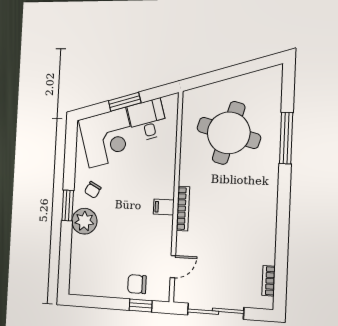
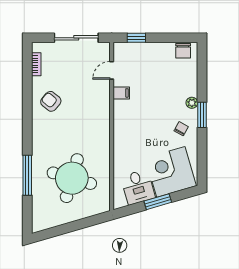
filing cabinet: (164, 207) -> (121, 93), moved
bookcase: (183, 209) -> (106, 117), removed
plant: (84, 221) -> (192, 103), width x0.53, depth x0.53
armchair: (251, 232) -> (51, 101), added
chair: (137, 284) -> (183, 51), moved, turned 90

